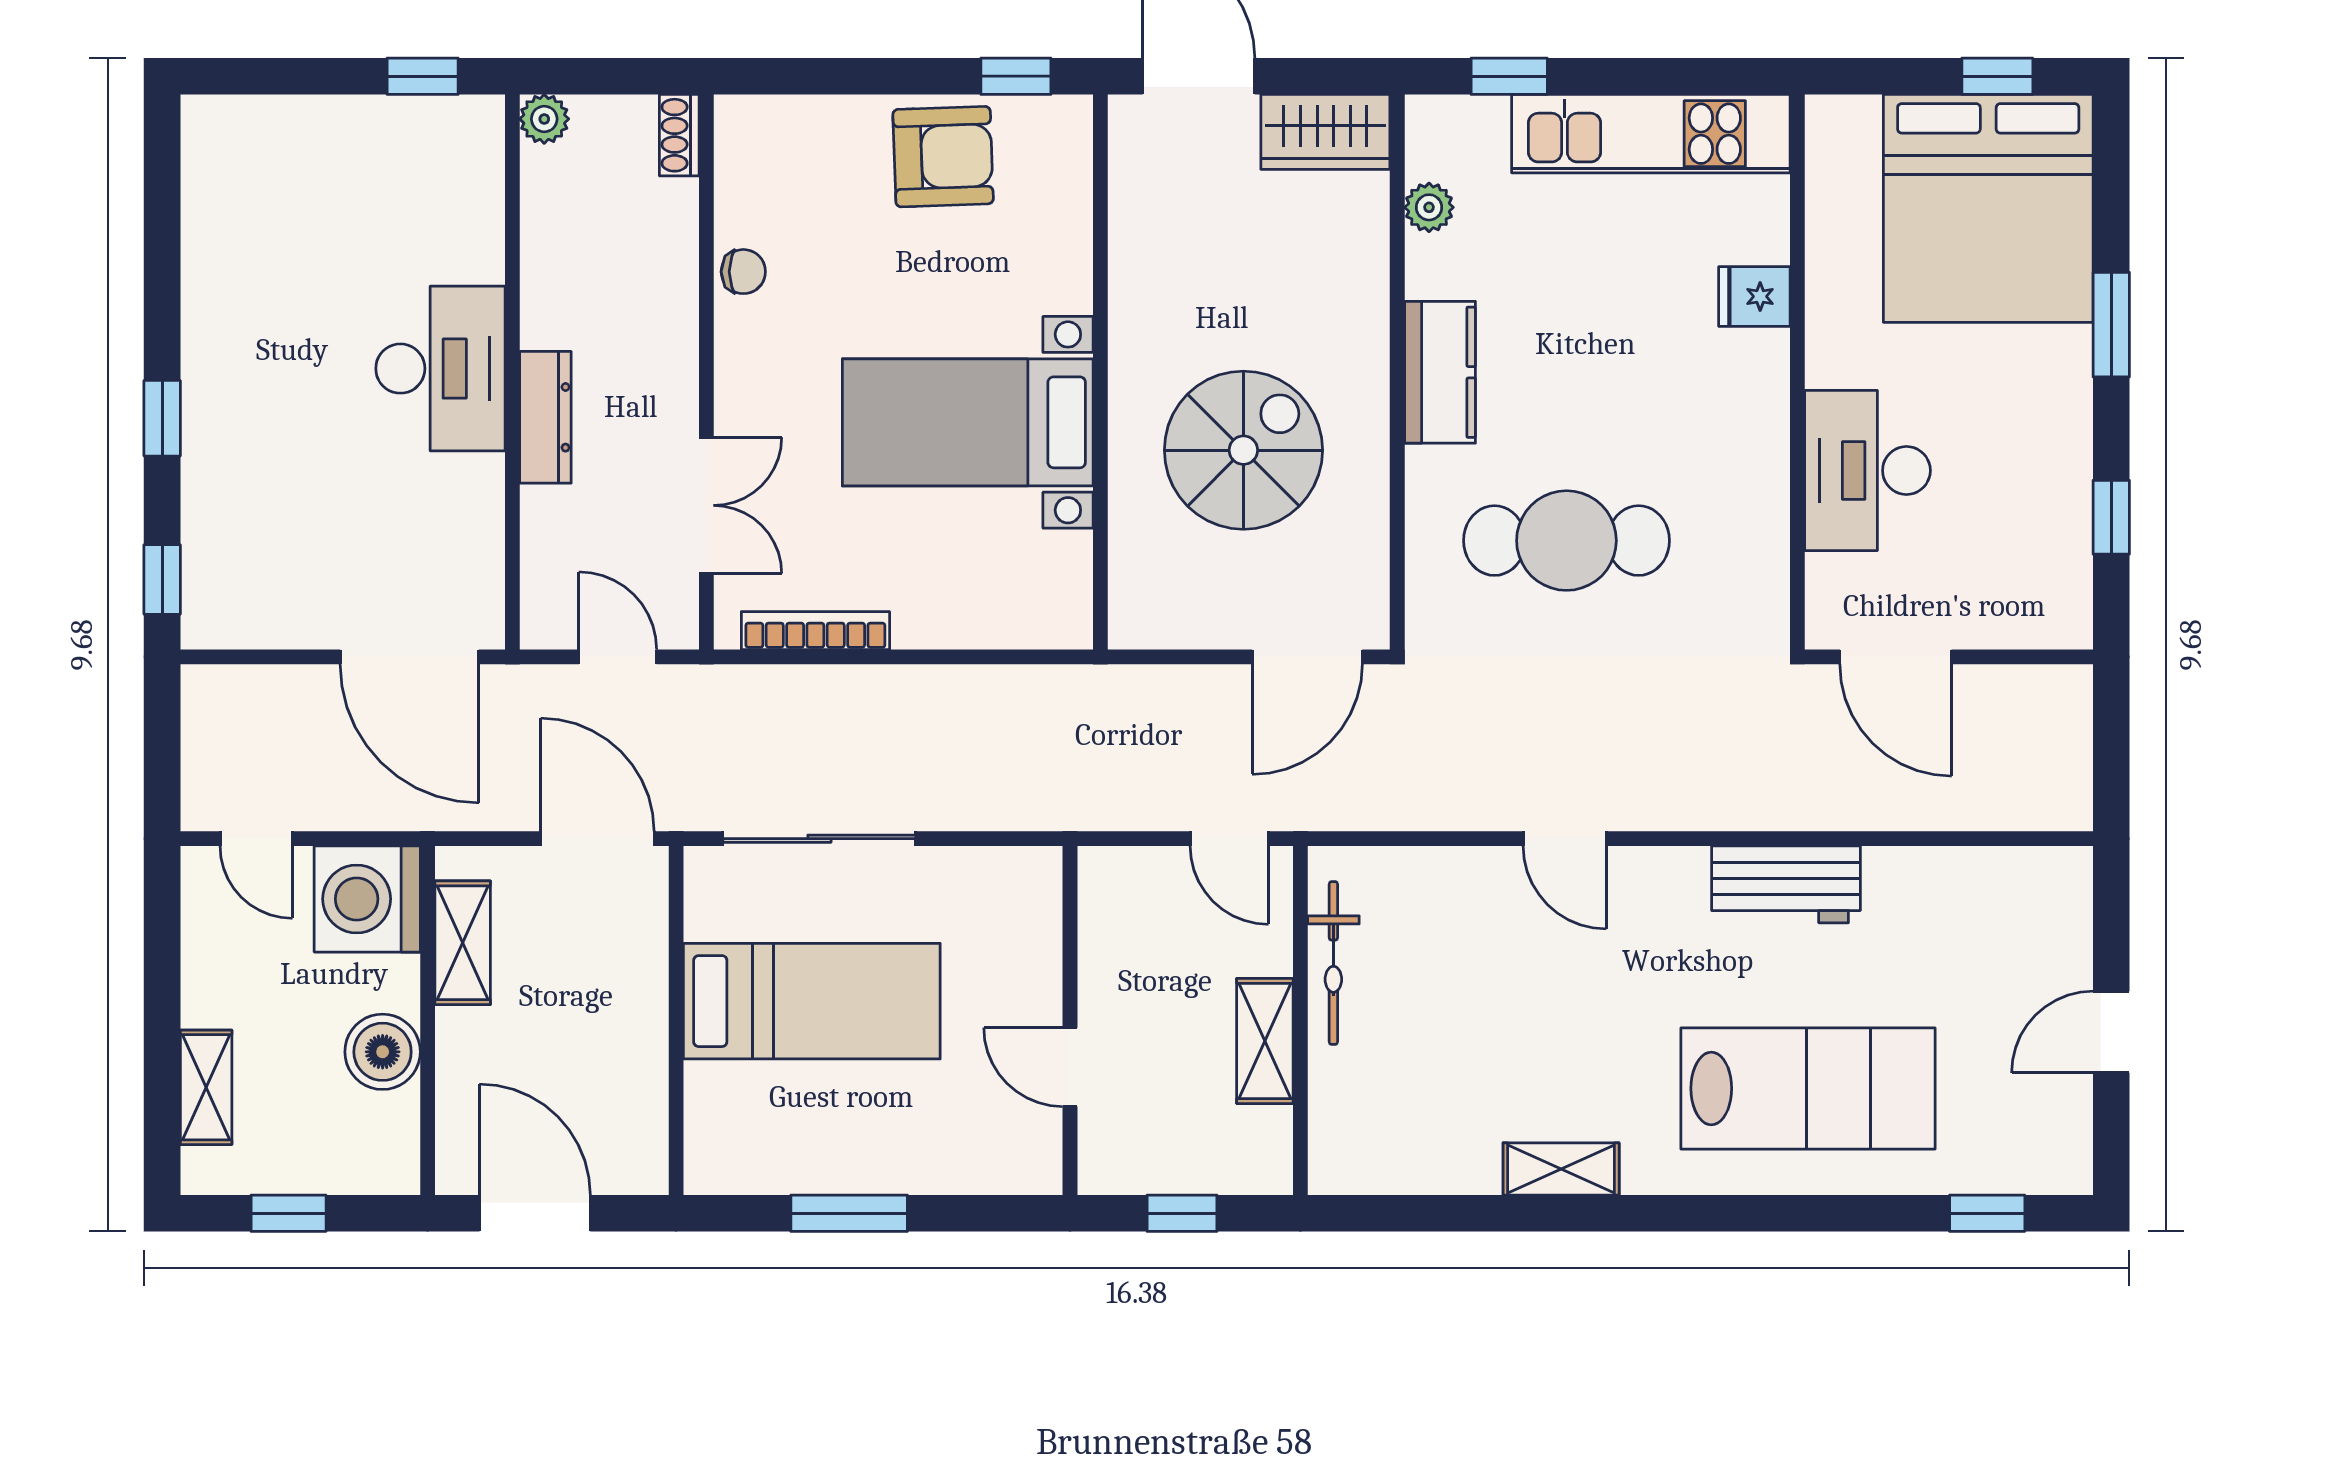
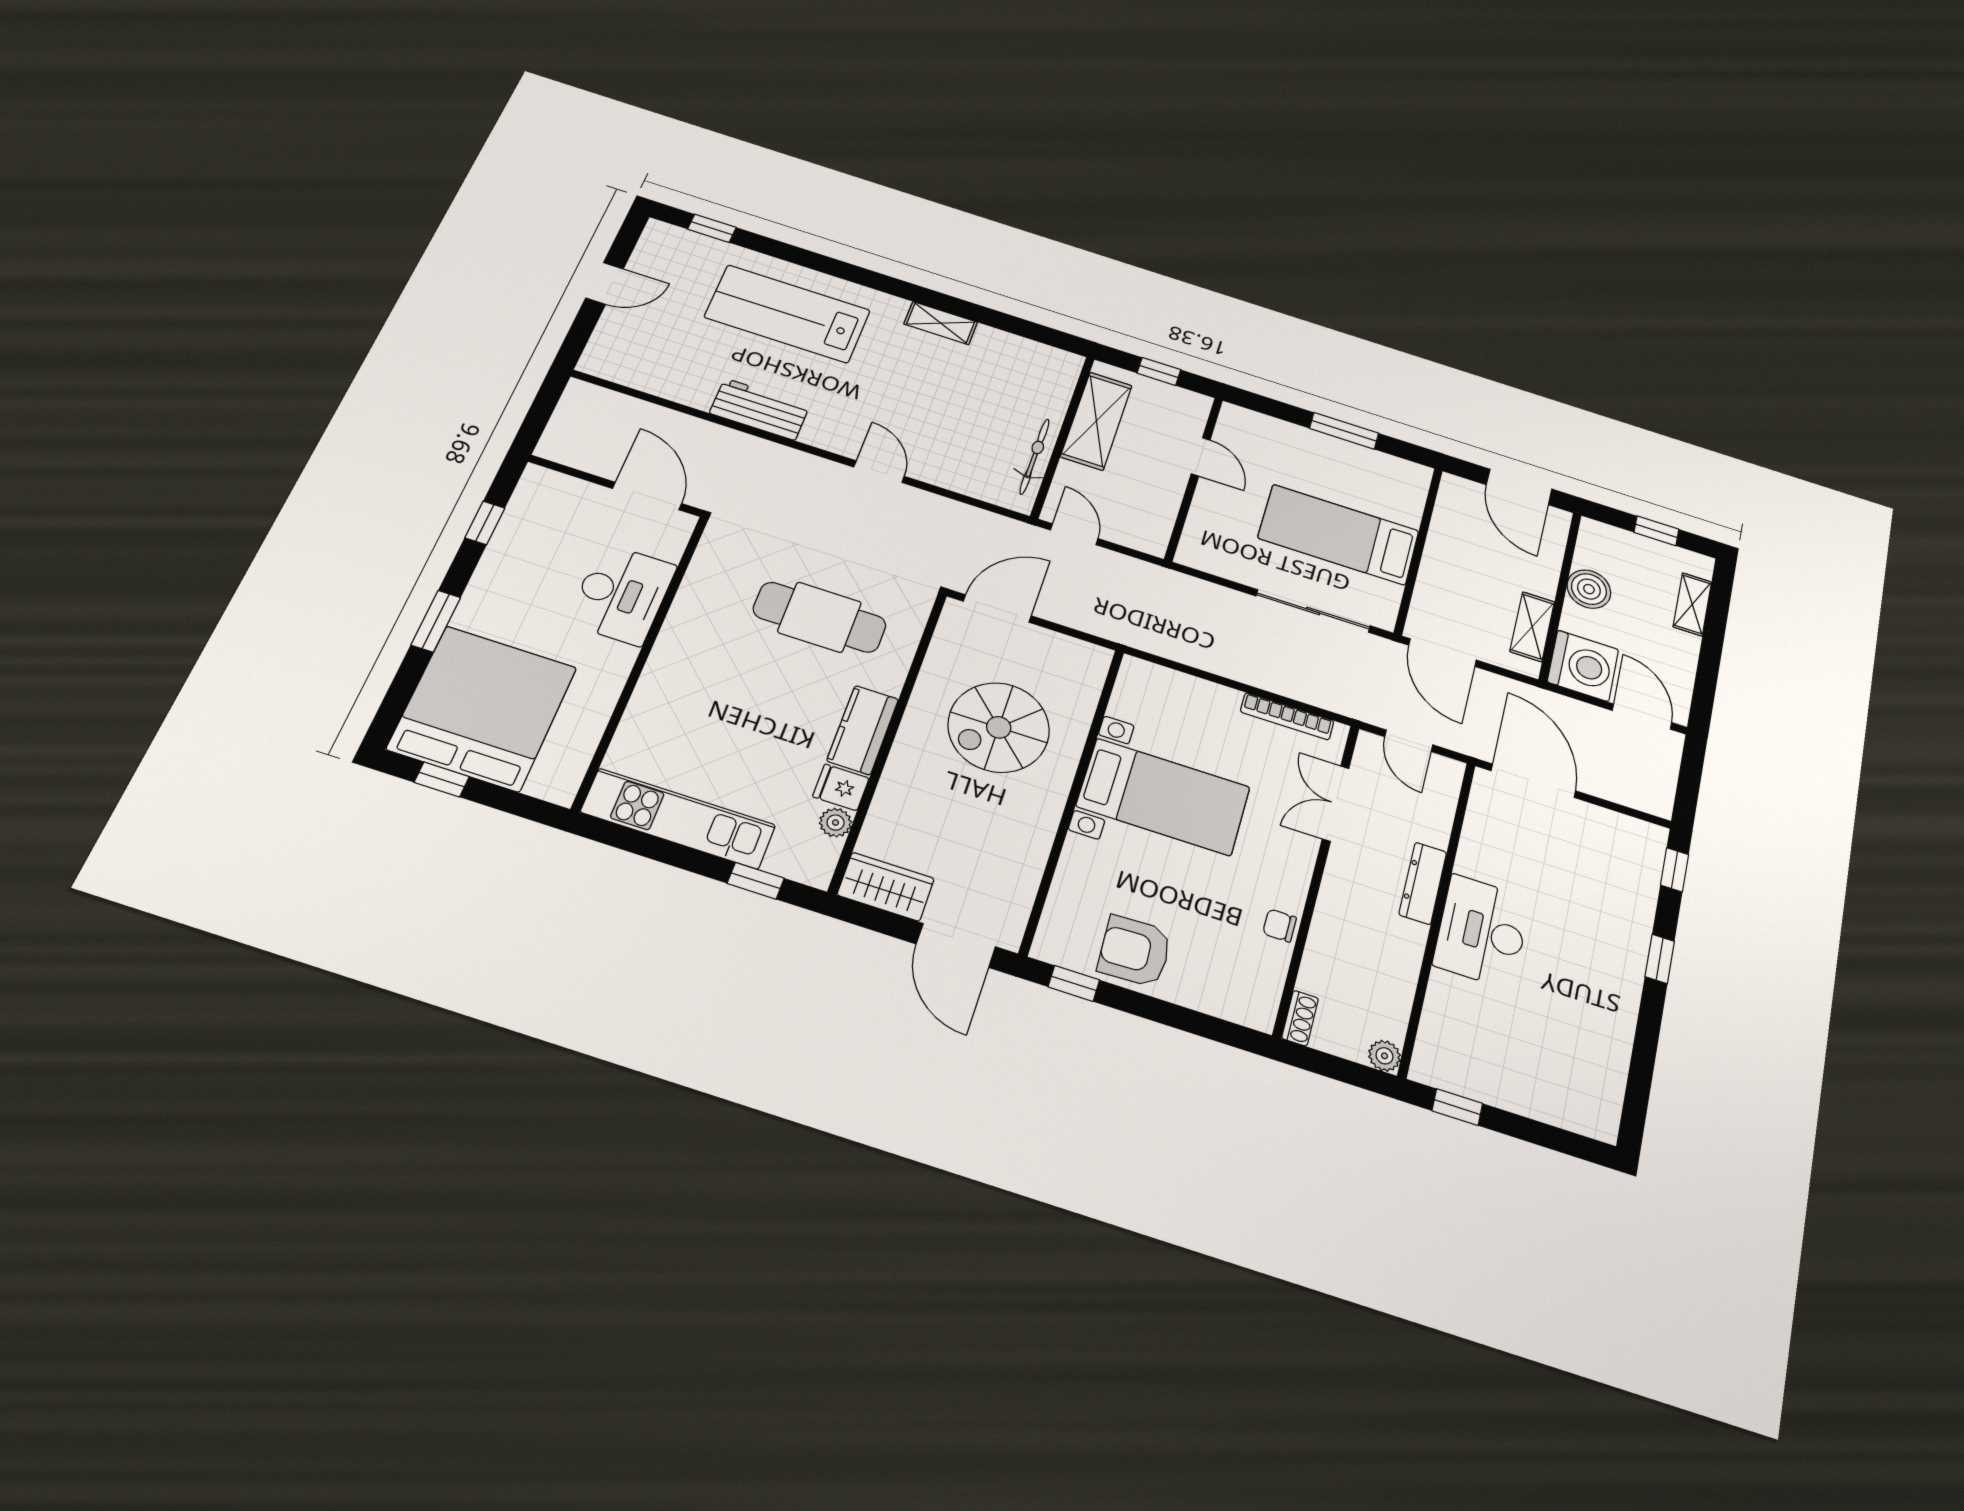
fridge: (1754, 296) -> (841, 787), moved, turned 180
door: (256, 839) -> (1642, 717), width x1.37
shelving: (1265, 1041) -> (1096, 421), width x1.50, depth x1.33

